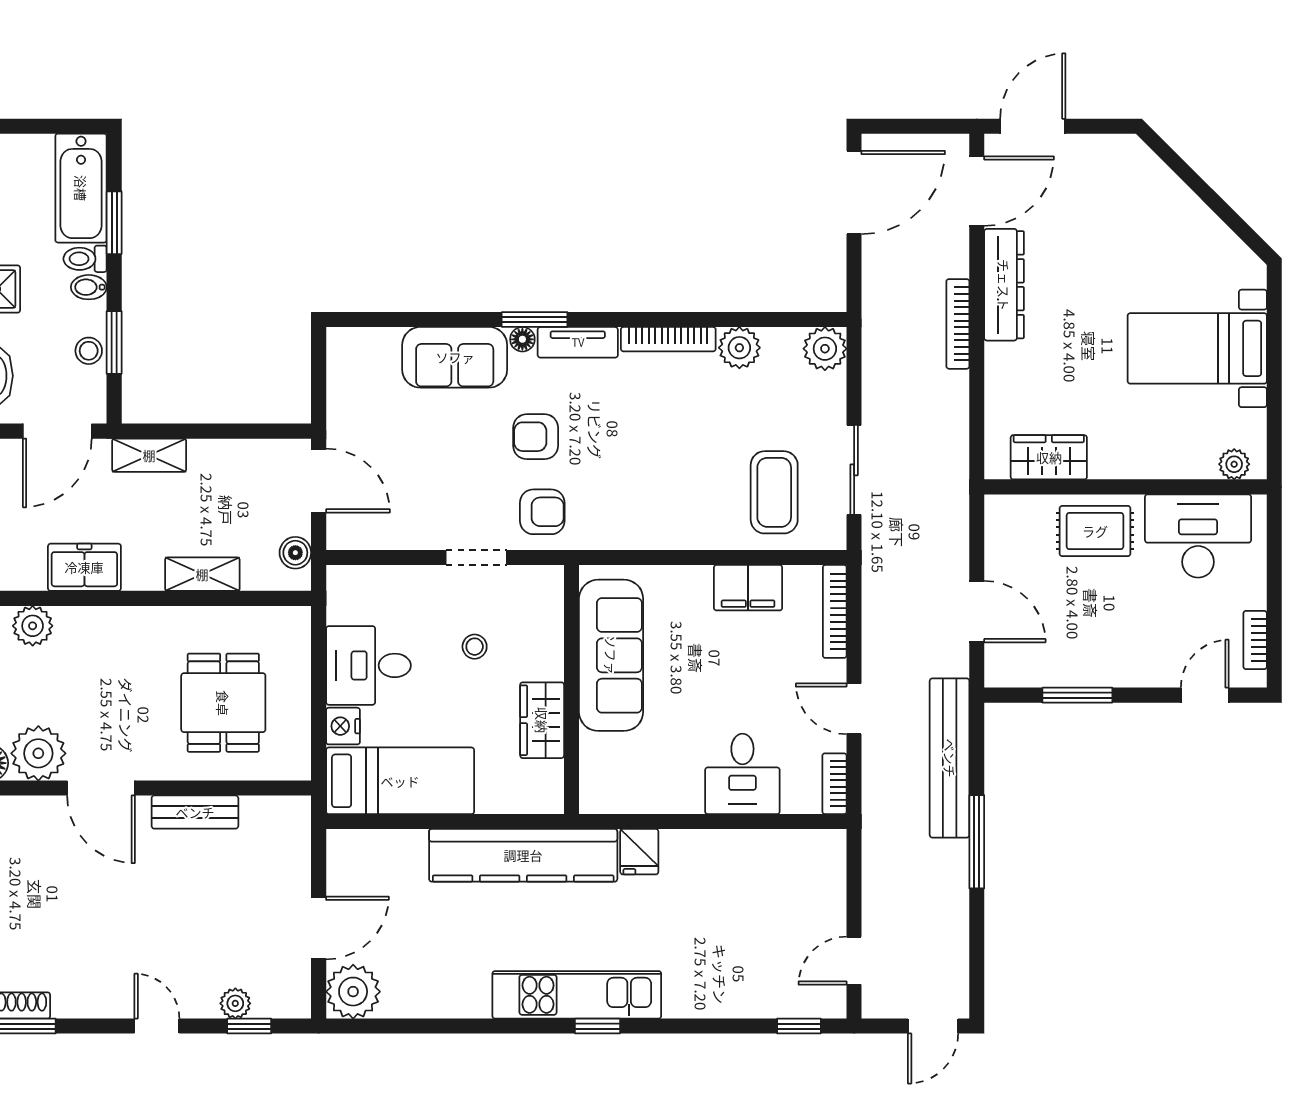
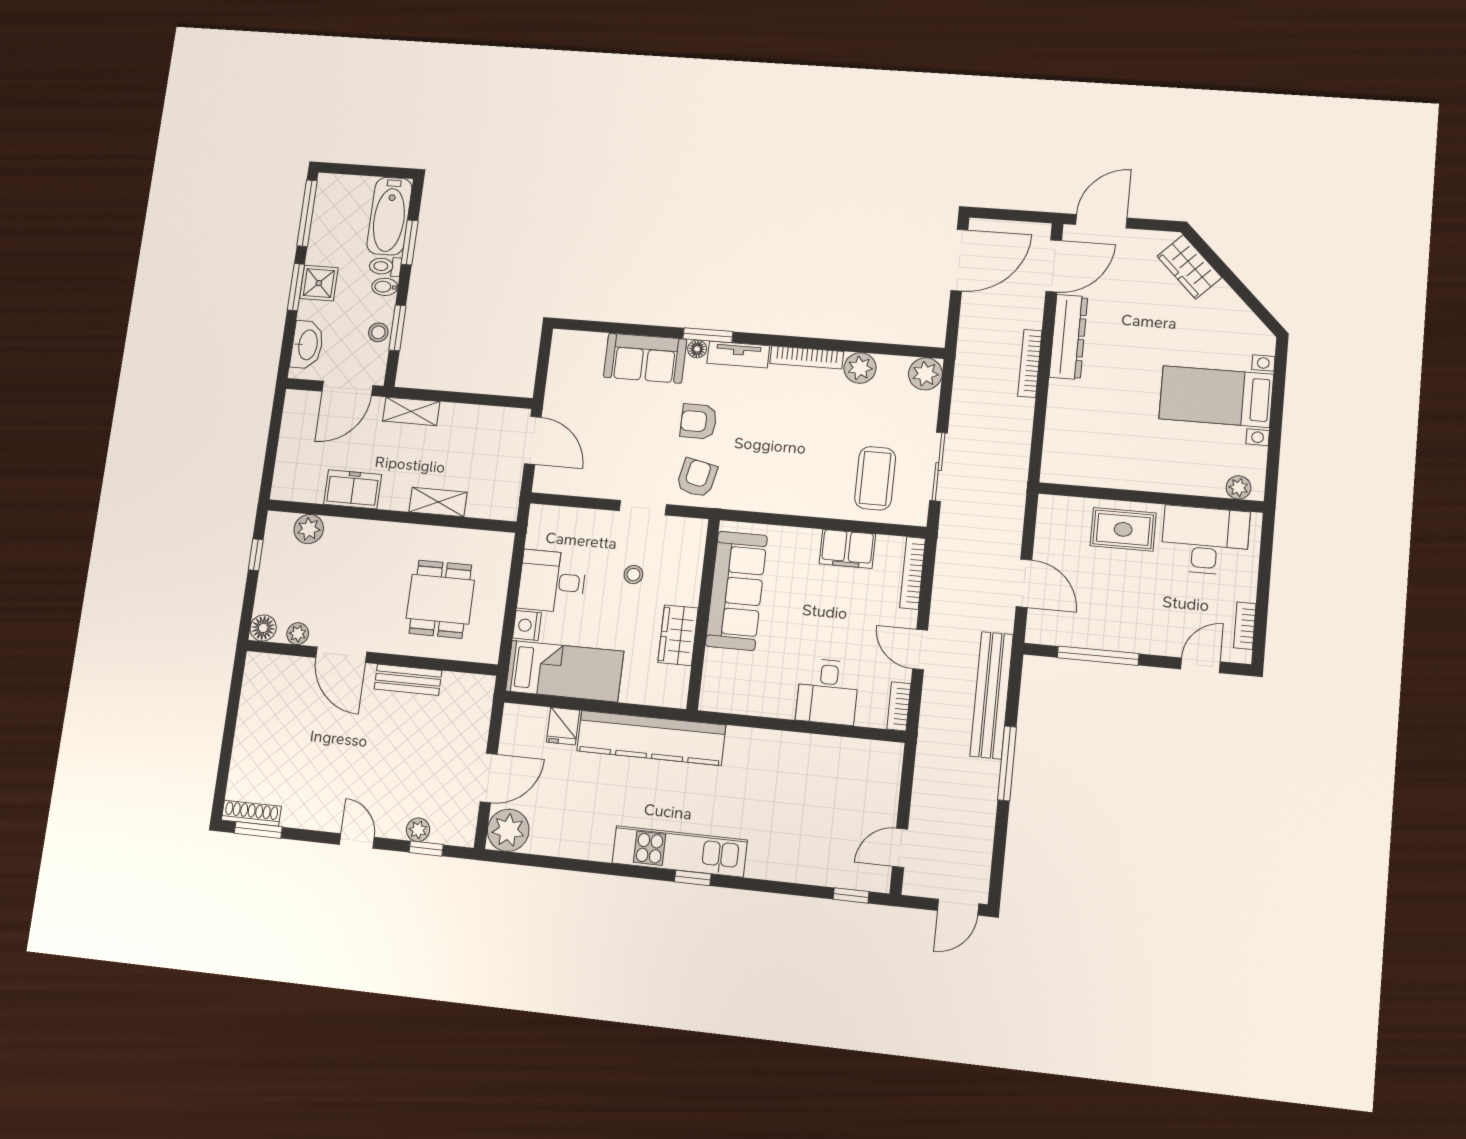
wardrobe: (1049, 457) -> (1189, 267), moved, turned -135
armchair: (542, 512) -> (697, 478), turned -78
boiler: (295, 553) -> (509, 492), removed
window: (1077, 695) -> (1098, 656), width x1.44
plant: (38, 753) -> (298, 634), width x0.53, depth x0.53
fridge: (639, 852) -> (563, 726), moved

